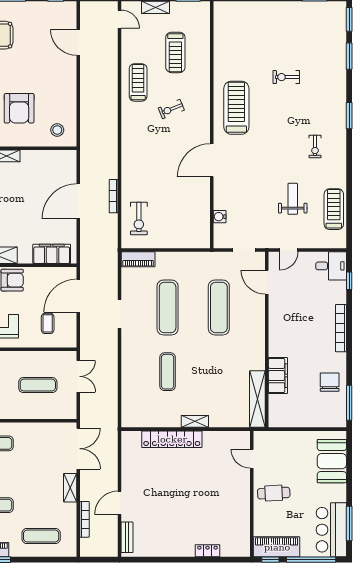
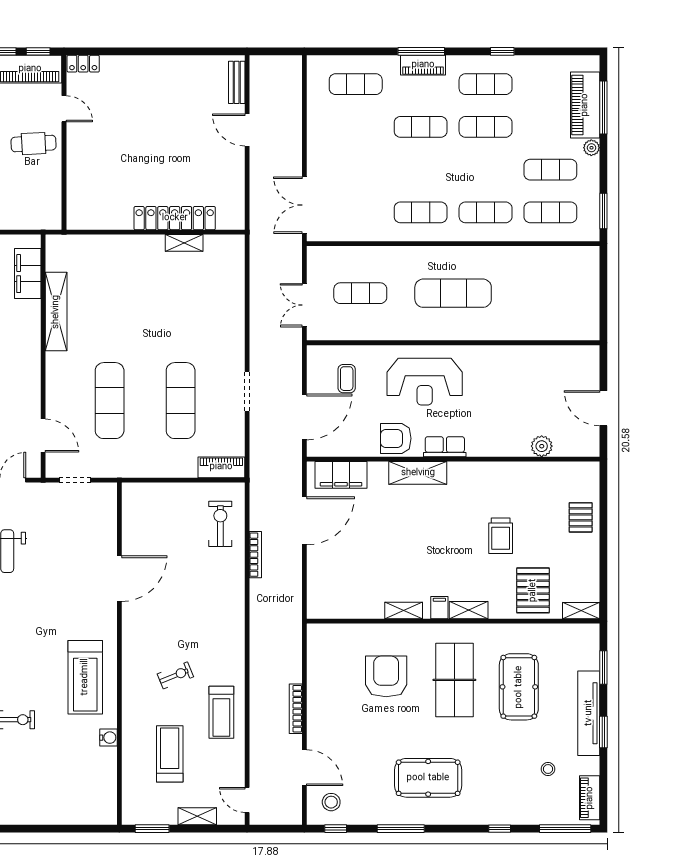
stool: (57, 130) -> (331, 802), moved
door: (212, 160) -> (119, 579), moved
door: (78, 201) -> (304, 521), moved
water cooler: (220, 217) -> (108, 738), moved
exercise mat: (168, 372) -> (181, 312), removed
filing cabinet: (278, 376) -> (28, 274), moved
shelving: (257, 399) -> (56, 312), moved
shelving: (195, 421) -> (184, 243), moved
door: (252, 459) -> (64, 109), moved
shelving: (70, 488) -> (316, 151), removed
door: (119, 503) -> (247, 130), swing flipped
bookcase: (84, 519) -> (296, 709), moved
locker: (207, 551) -> (83, 64), moved

